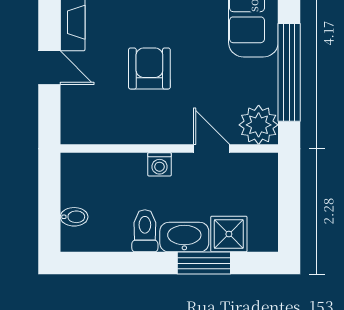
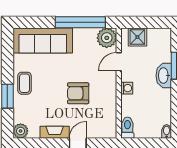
bidet: (74, 217) -> (167, 131), moved
toilet: (145, 231) -> (127, 128), moved, turned 90
shower: (229, 234) -> (137, 37), moved

